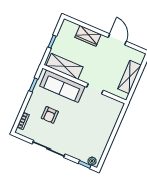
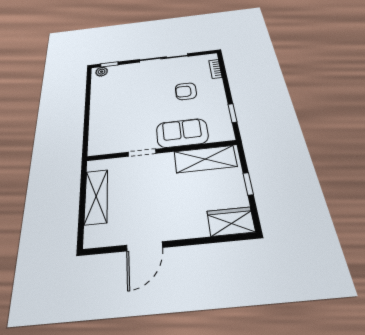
wardrobe: (88, 36) -> (231, 221), moved
door: (117, 39) -> (145, 246), hinge flipped
sofa: (62, 86) -> (182, 133), width x0.73
armchair: (50, 115) -> (186, 91), turned -90

